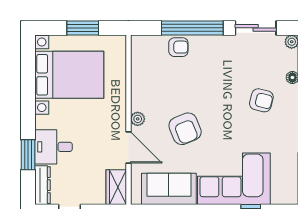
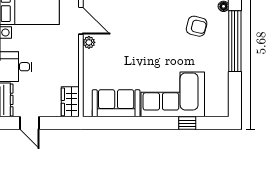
armchair: (185, 129) -> (130, 51), removed
door: (128, 147) -> (81, 21), moved

